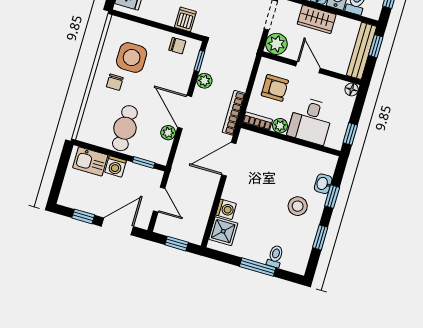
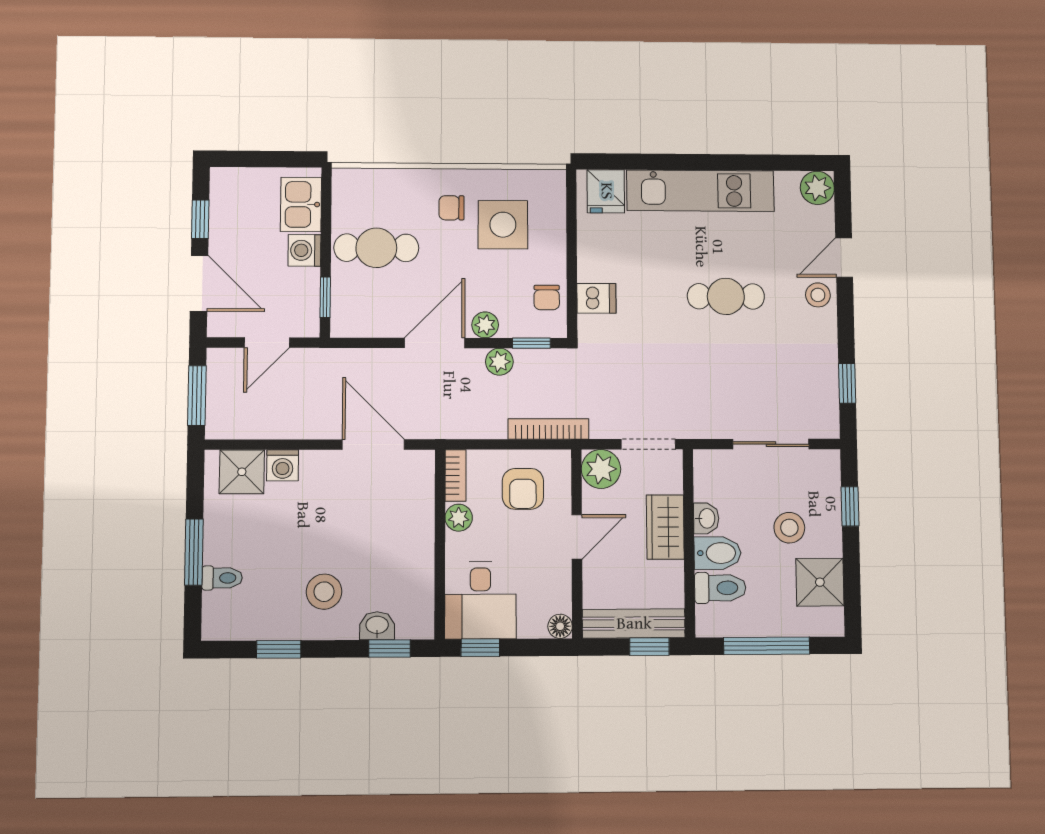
bookcase: (234, 113) -> (548, 429), moved
desk: (311, 121) -> (480, 600), moved, turned -90
plant: (168, 133) -> (485, 325), moved
window: (332, 197) -> (390, 648), moved
window: (177, 244) -> (197, 396), width x1.50

